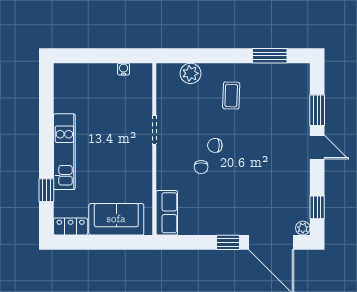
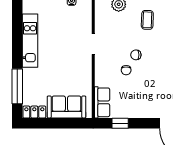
kitchen unit: (64, 152) -> (30, 41), moved
window: (46, 190) -> (17, 86), width x2.17
window: (228, 242) -> (120, 123), moved

